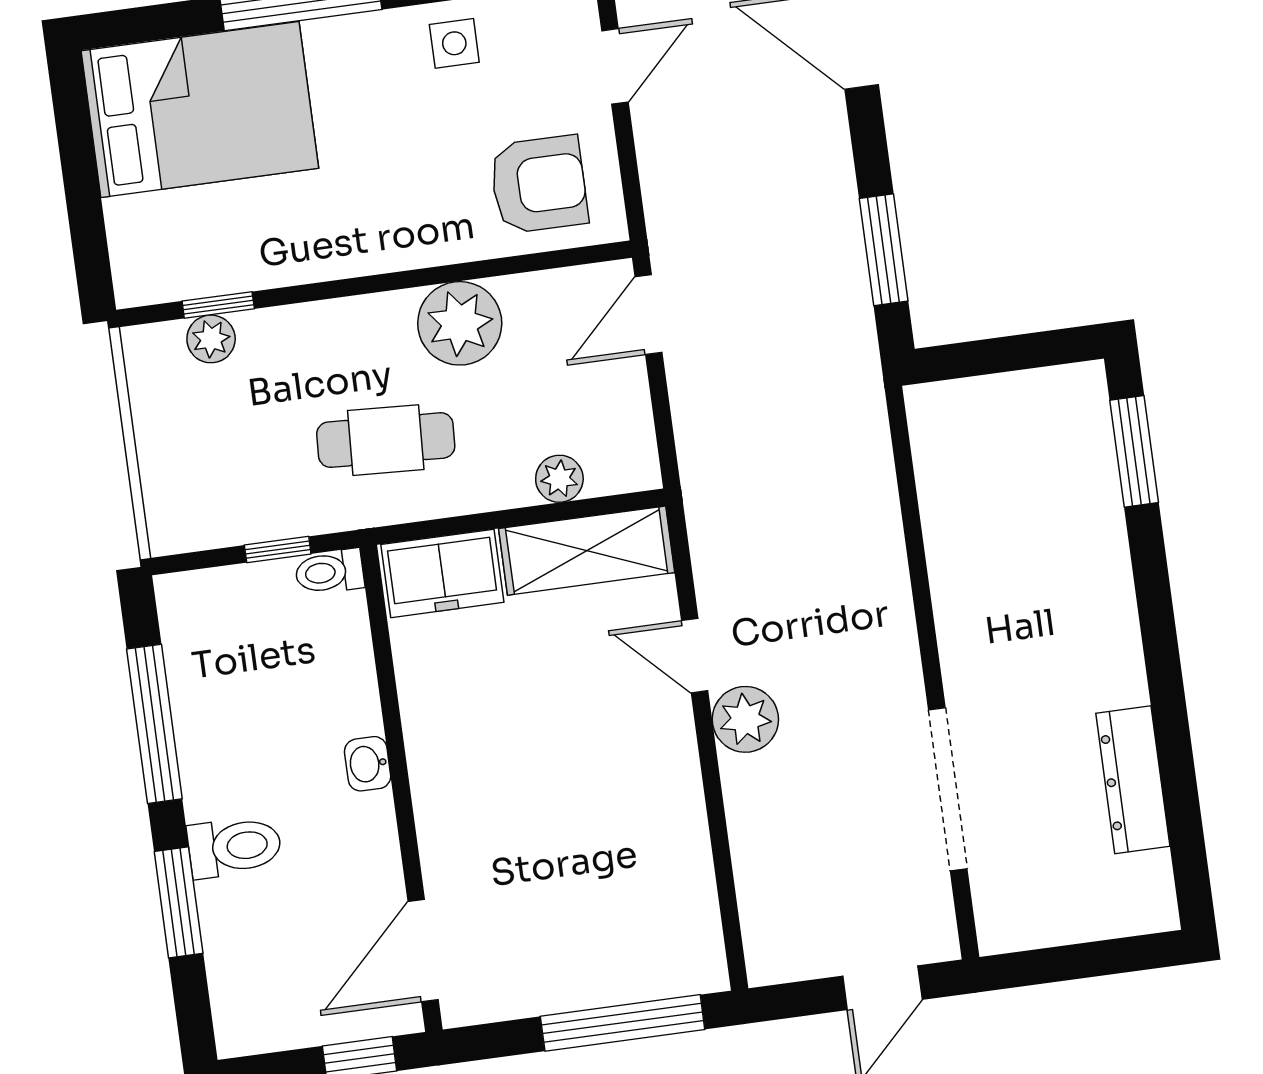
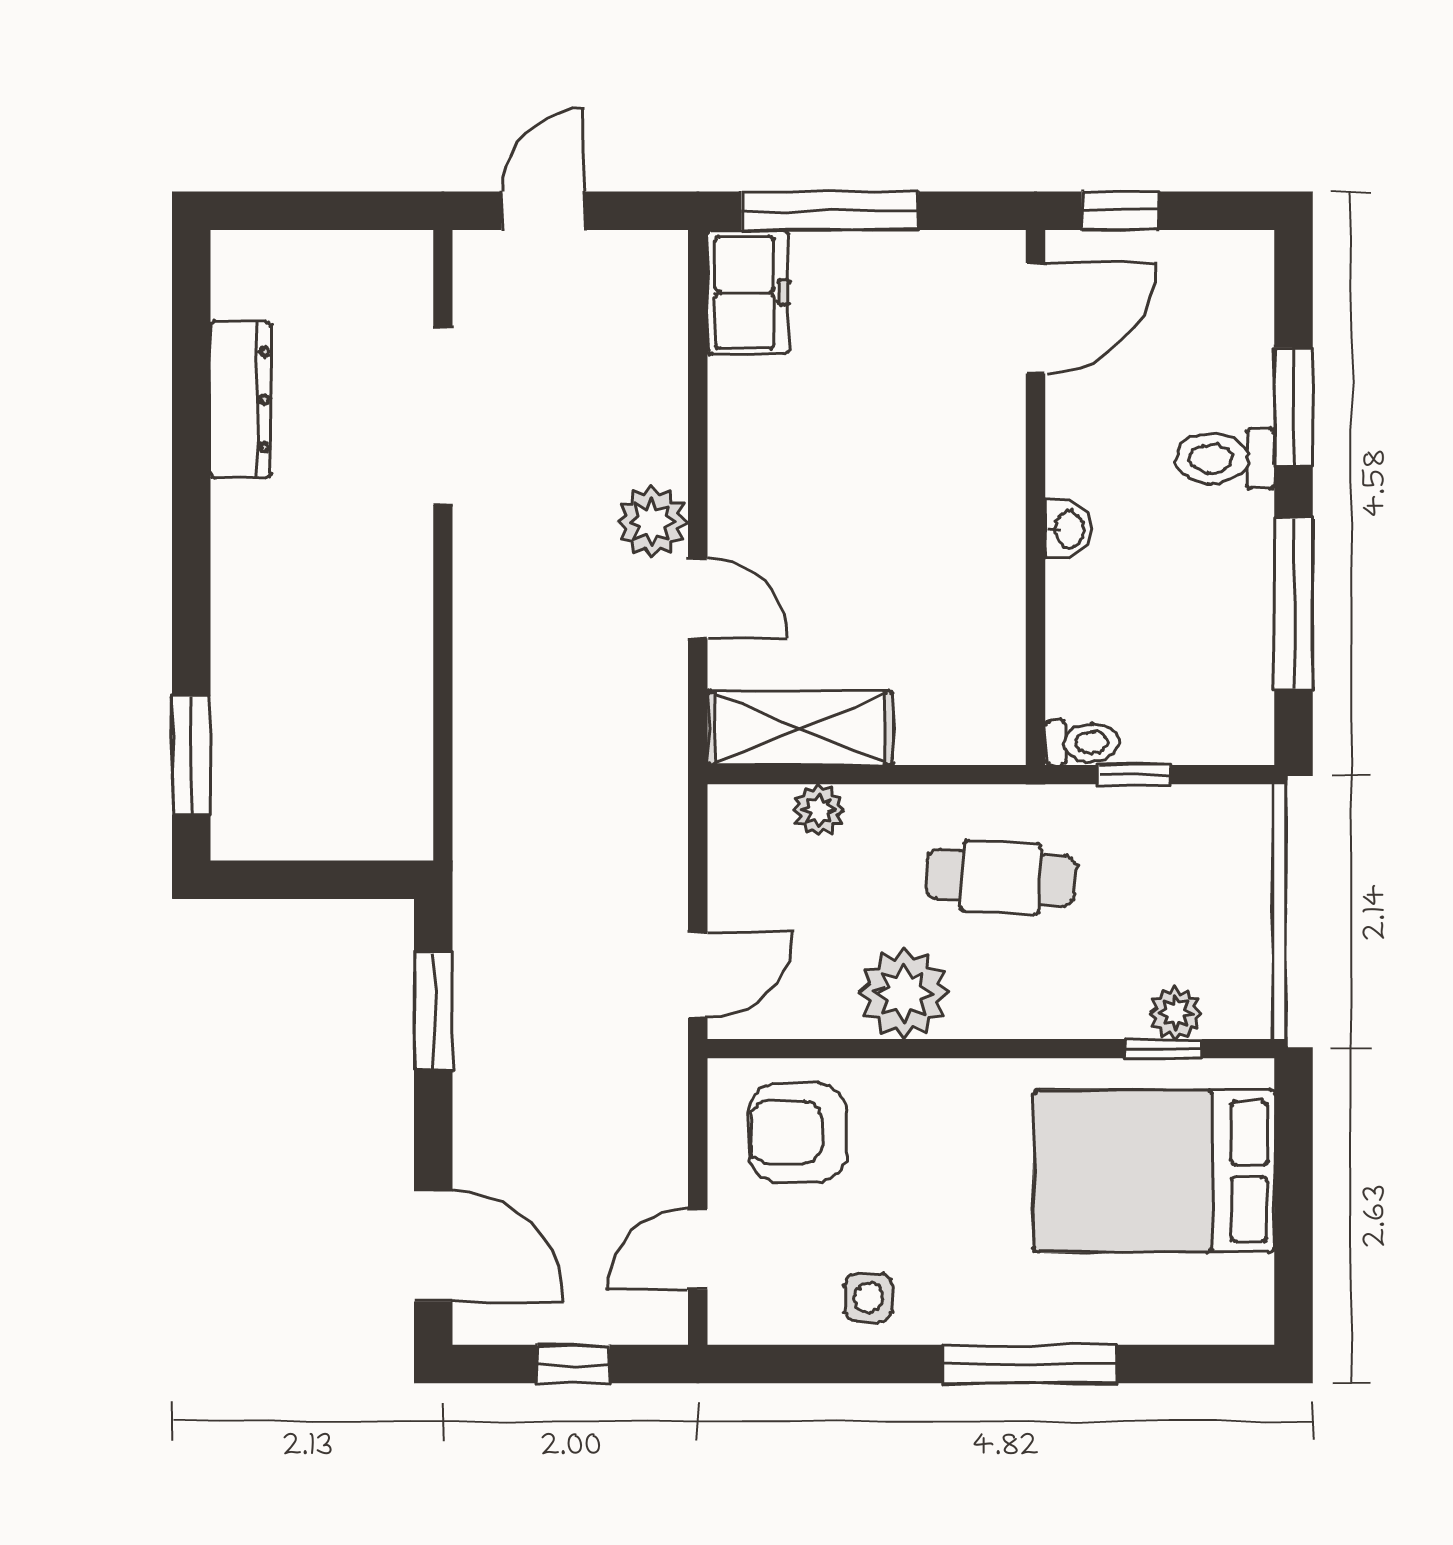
bed: (200, 110) -> (1154, 1171), moved
freezer: (442, 573) -> (748, 292), moved, turned 90

